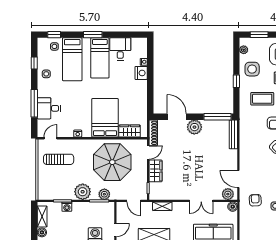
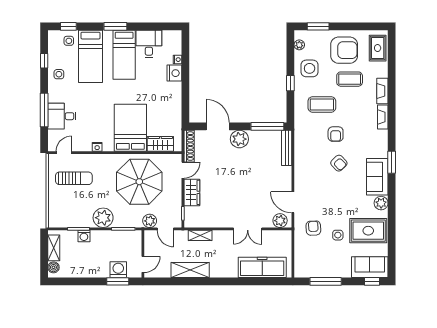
plant: (104, 194) -> (150, 221), moved
boiler: (233, 207) -> (286, 236), removed

